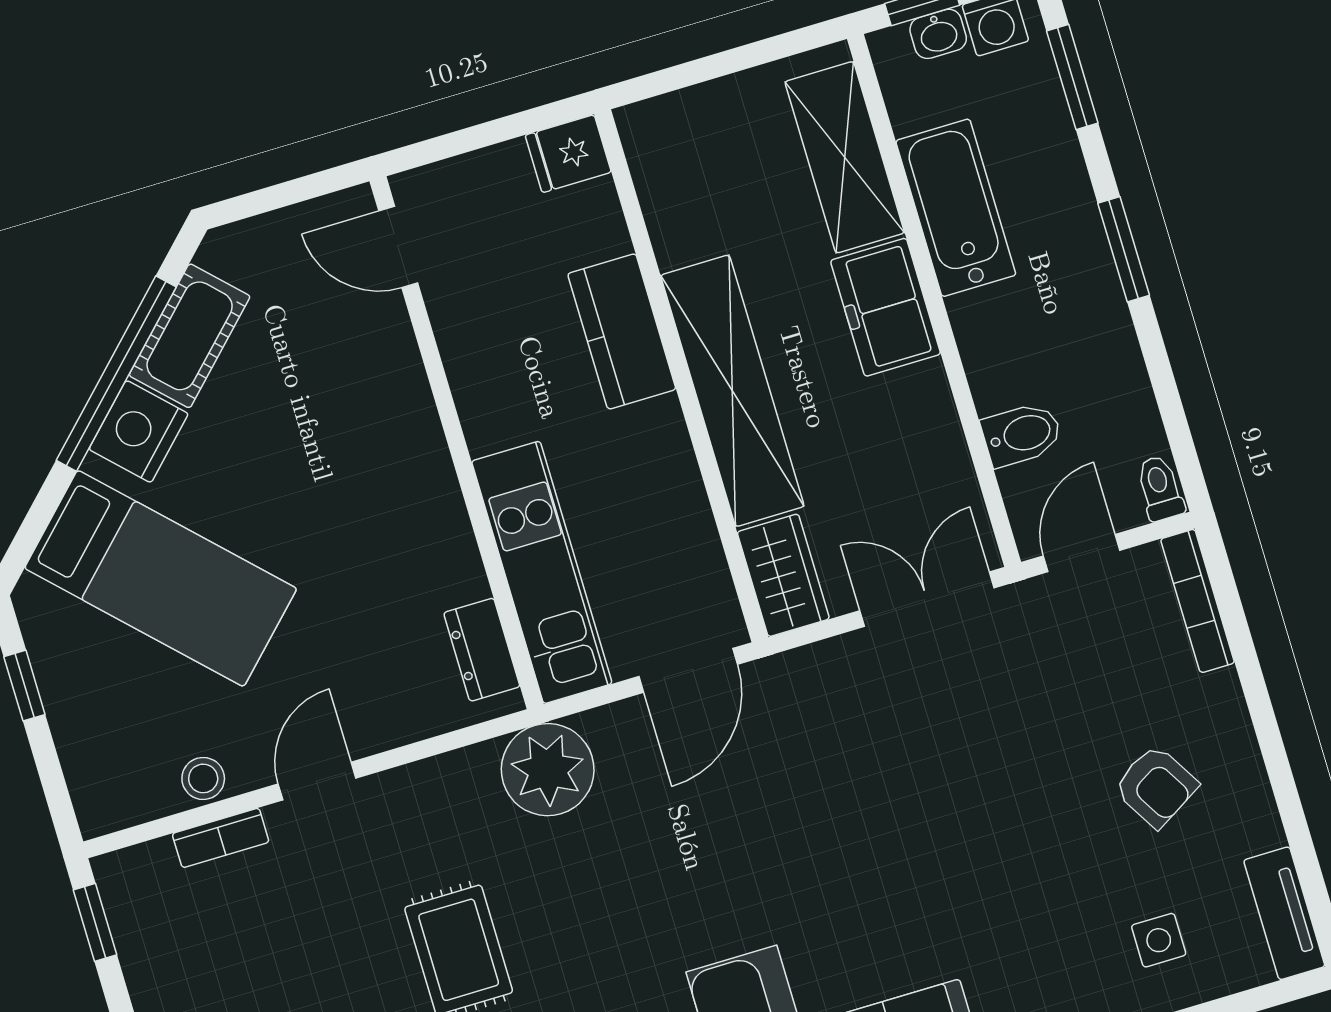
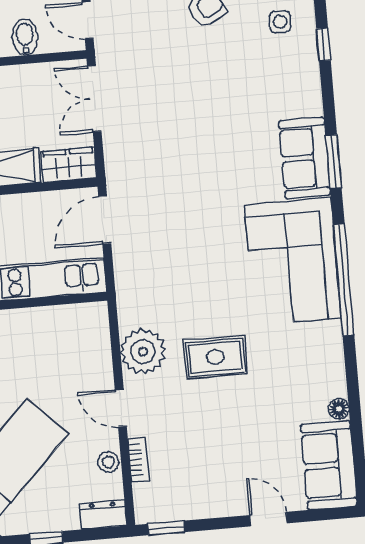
dresser: (482, 650) -> (103, 515), moved, turned 180
door: (688, 670) -> (105, 220), swing flipped
plant: (548, 770) -> (143, 351), moved

